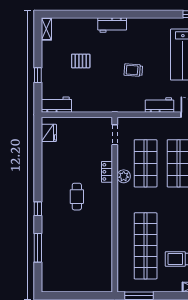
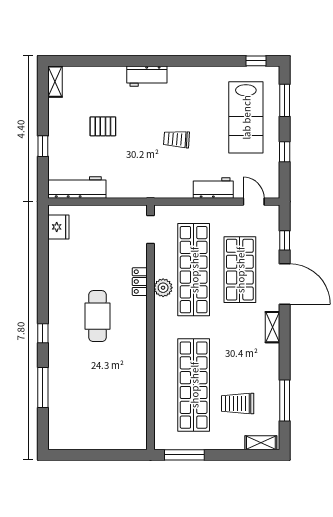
workbench: (56, 105) -> (77, 187), width x1.38
shop shelf: (146, 163) -> (194, 270), width x1.40
cafe table: (77, 197) -> (98, 316), width x1.37, depth x1.35

